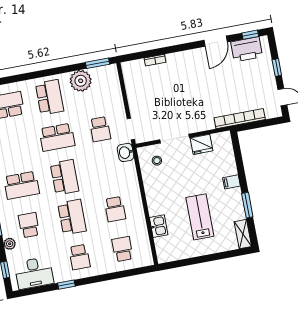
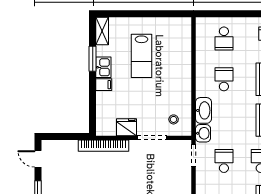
bookcase: (240, 119) -> (103, 146), moved
washbasin: (129, 175) -> (203, 110), added
kitchen sink: (159, 226) -> (103, 67), moved, turned 180

